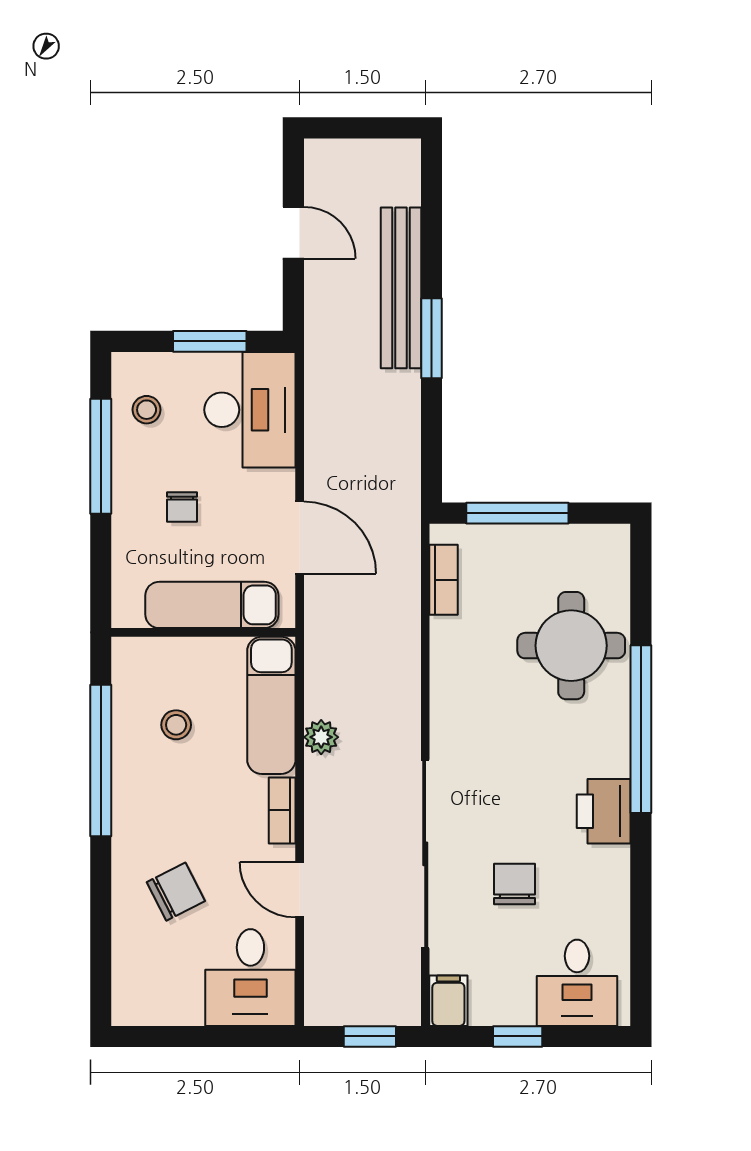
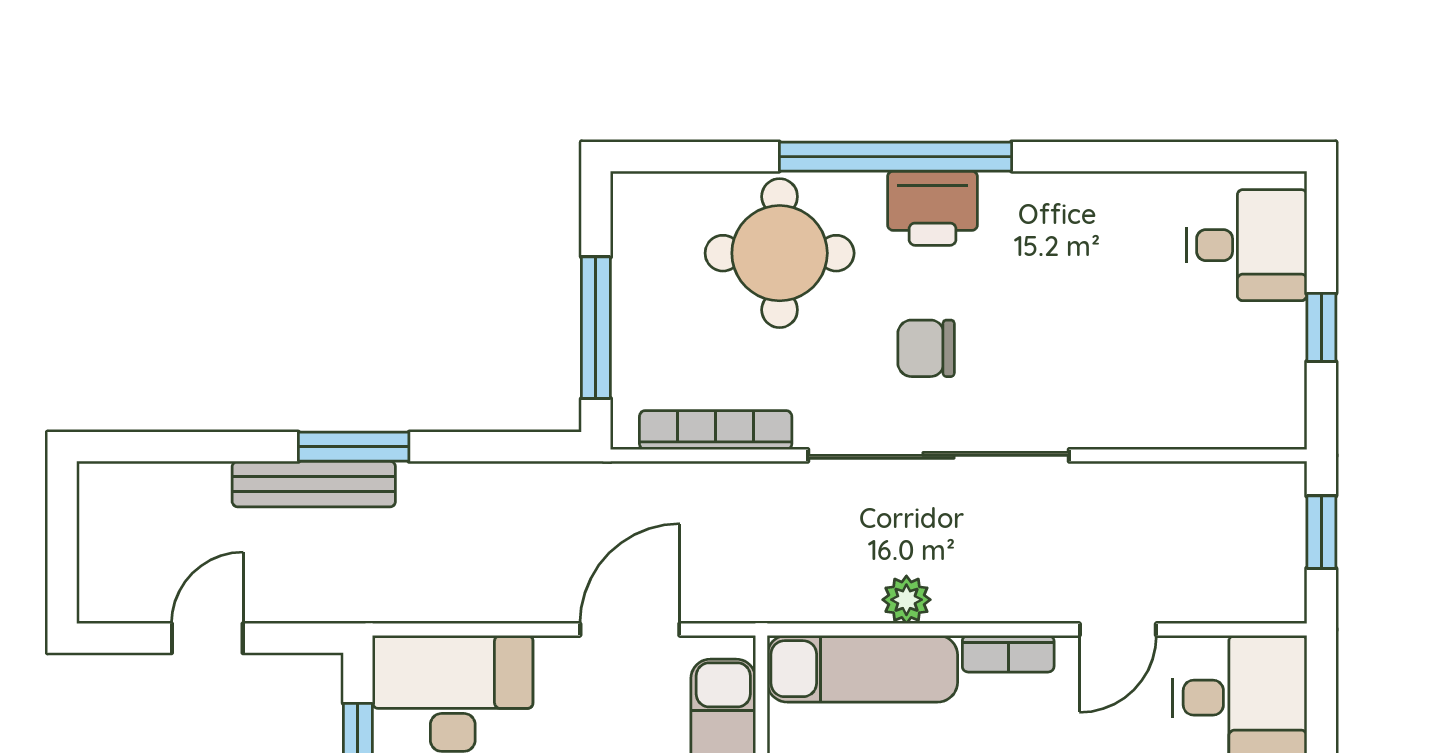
bench: (401, 288) -> (314, 484), width x0.73, depth x0.82
bookcase: (444, 580) -> (716, 430), width x1.56
printer: (604, 811) -> (933, 208), moved
sliding door: (425, 854) -> (938, 455), moved
chair: (514, 884) -> (926, 348), moved
filing cabinet: (448, 1001) -> (1272, 423), removed

